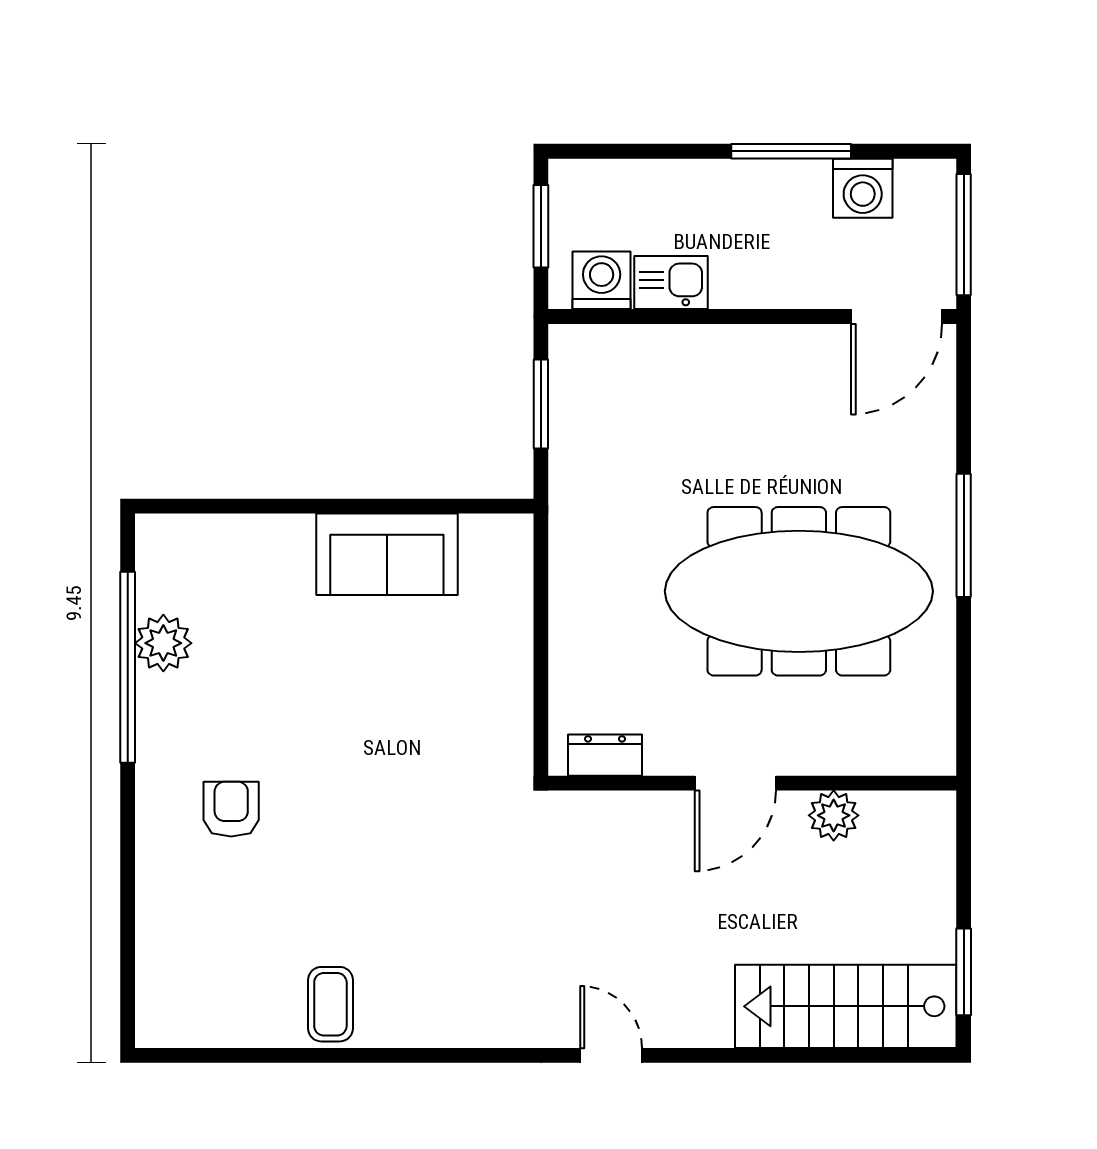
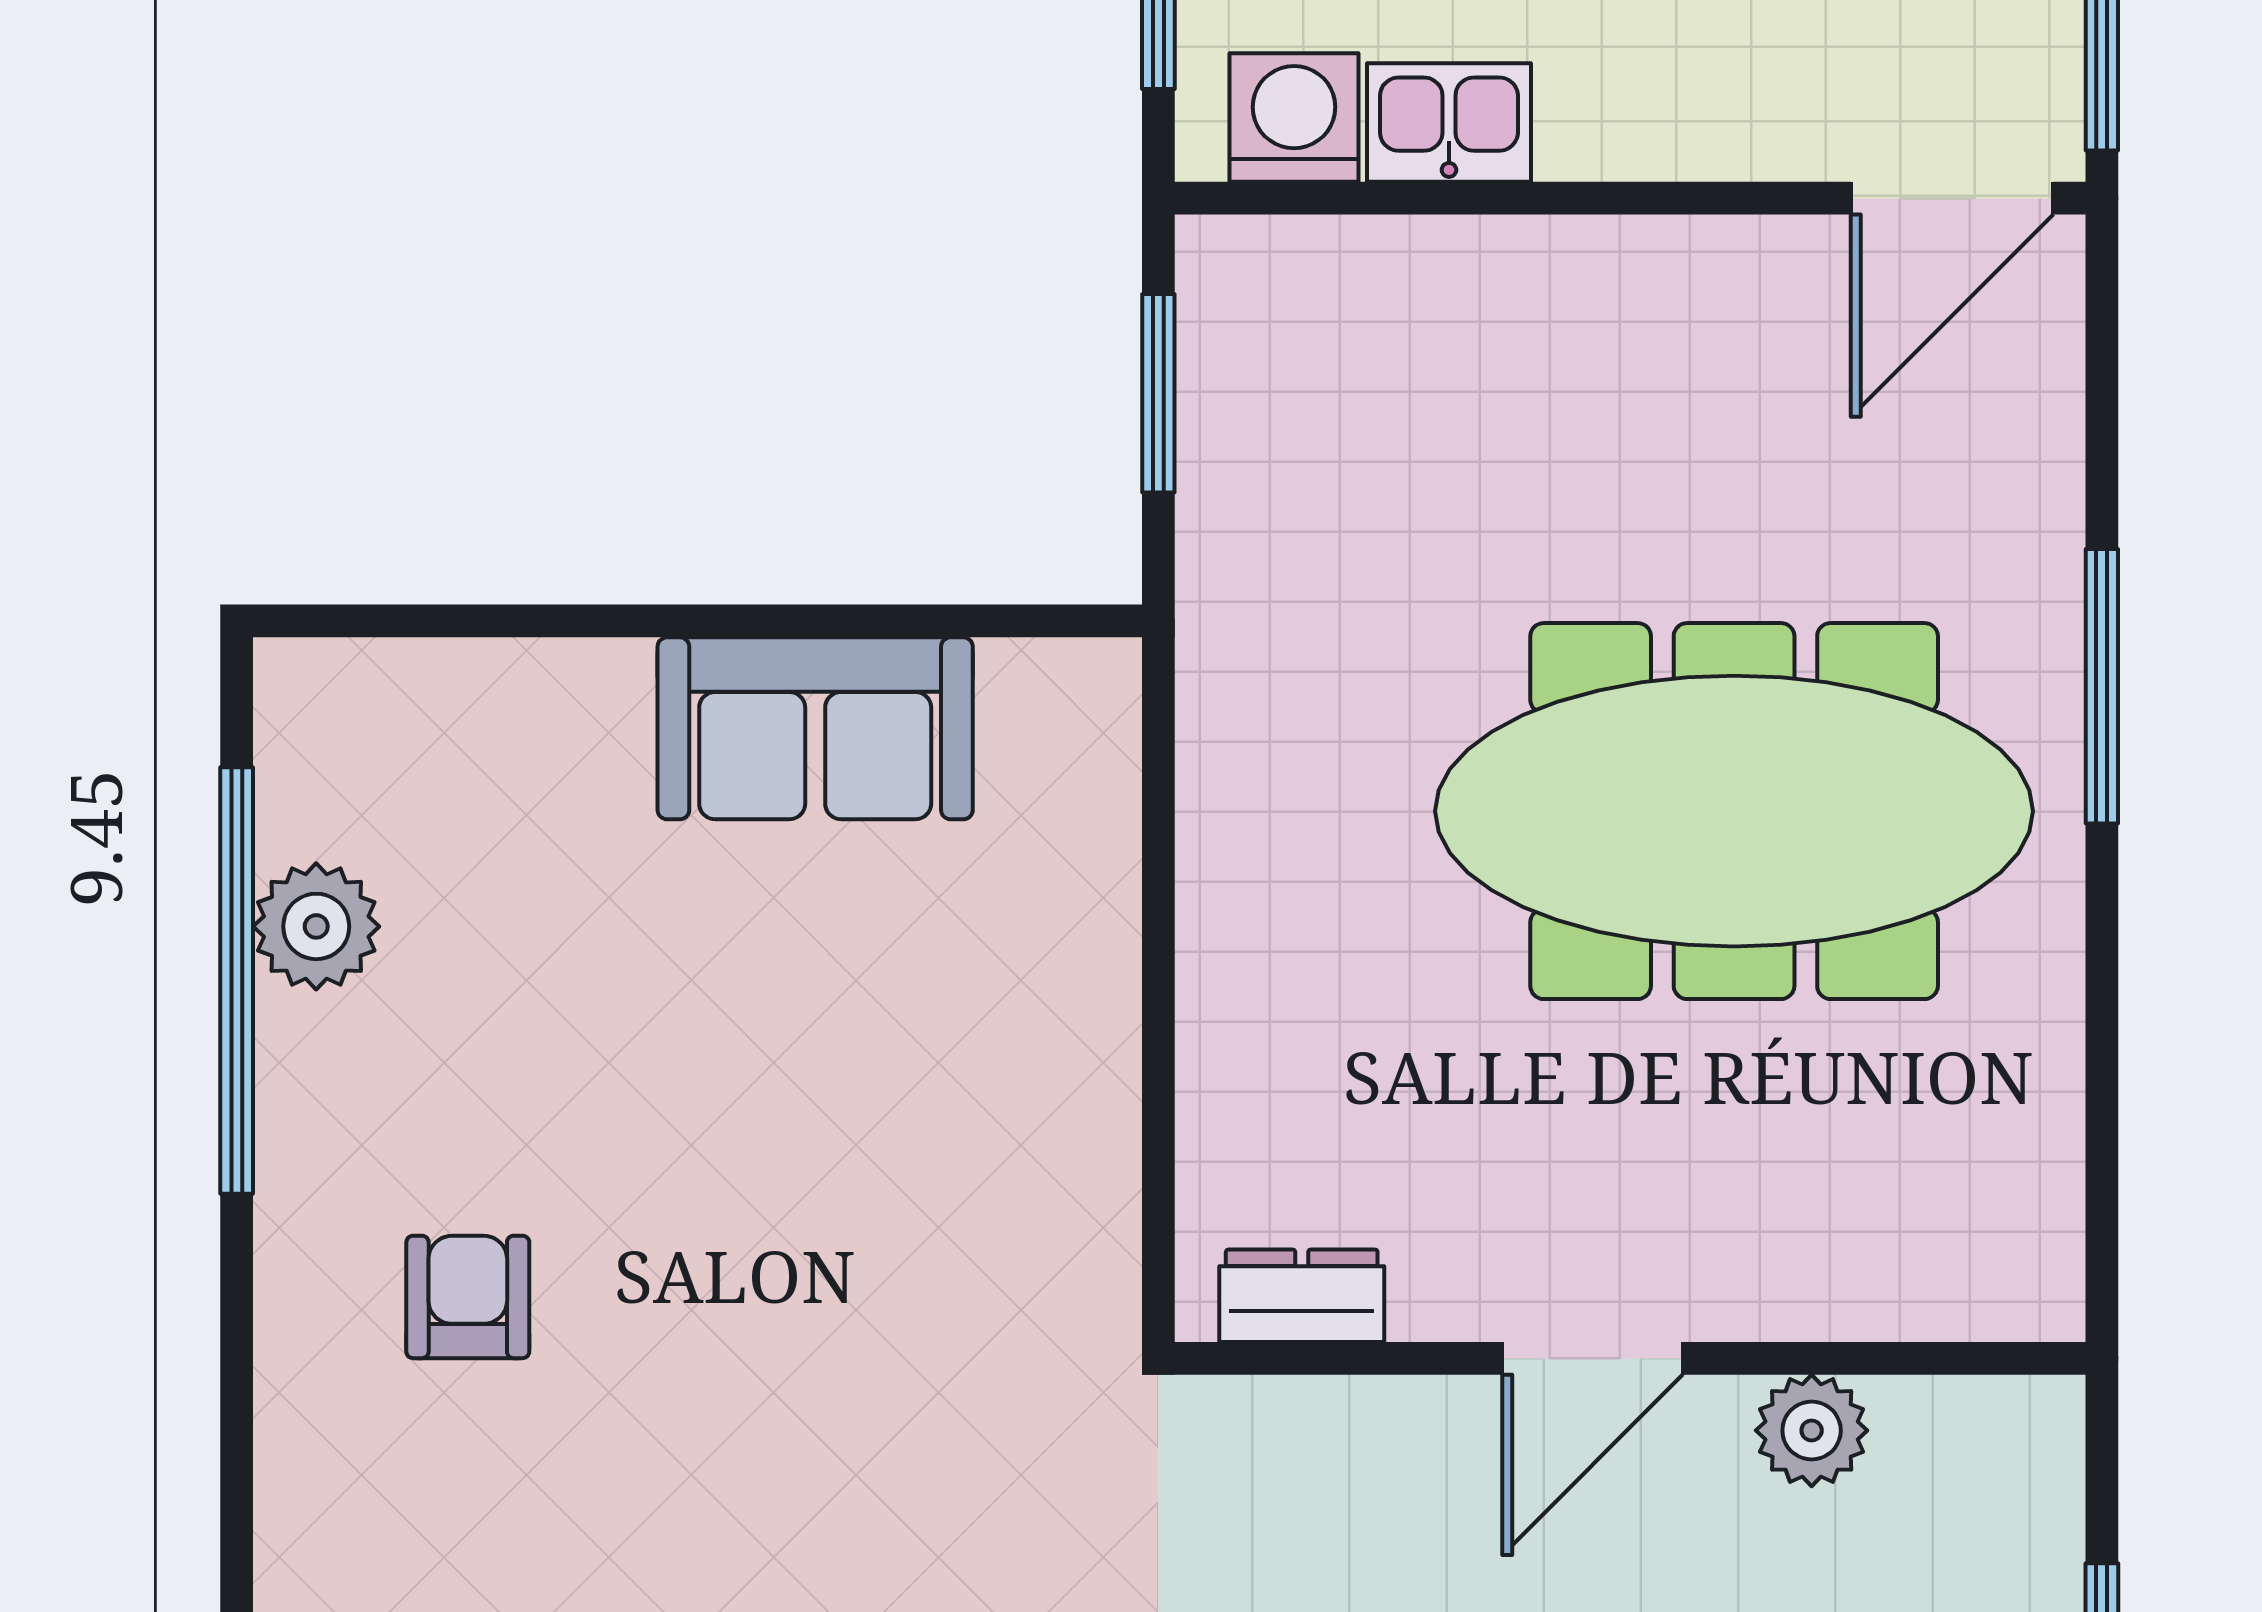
dresser: (605, 755) -> (1302, 1296), moved
door: (735, 783) -> (1593, 1358), moved
wall: (752, 783) -> (1630, 1358), moved
plant: (834, 815) -> (1812, 1430), moved

